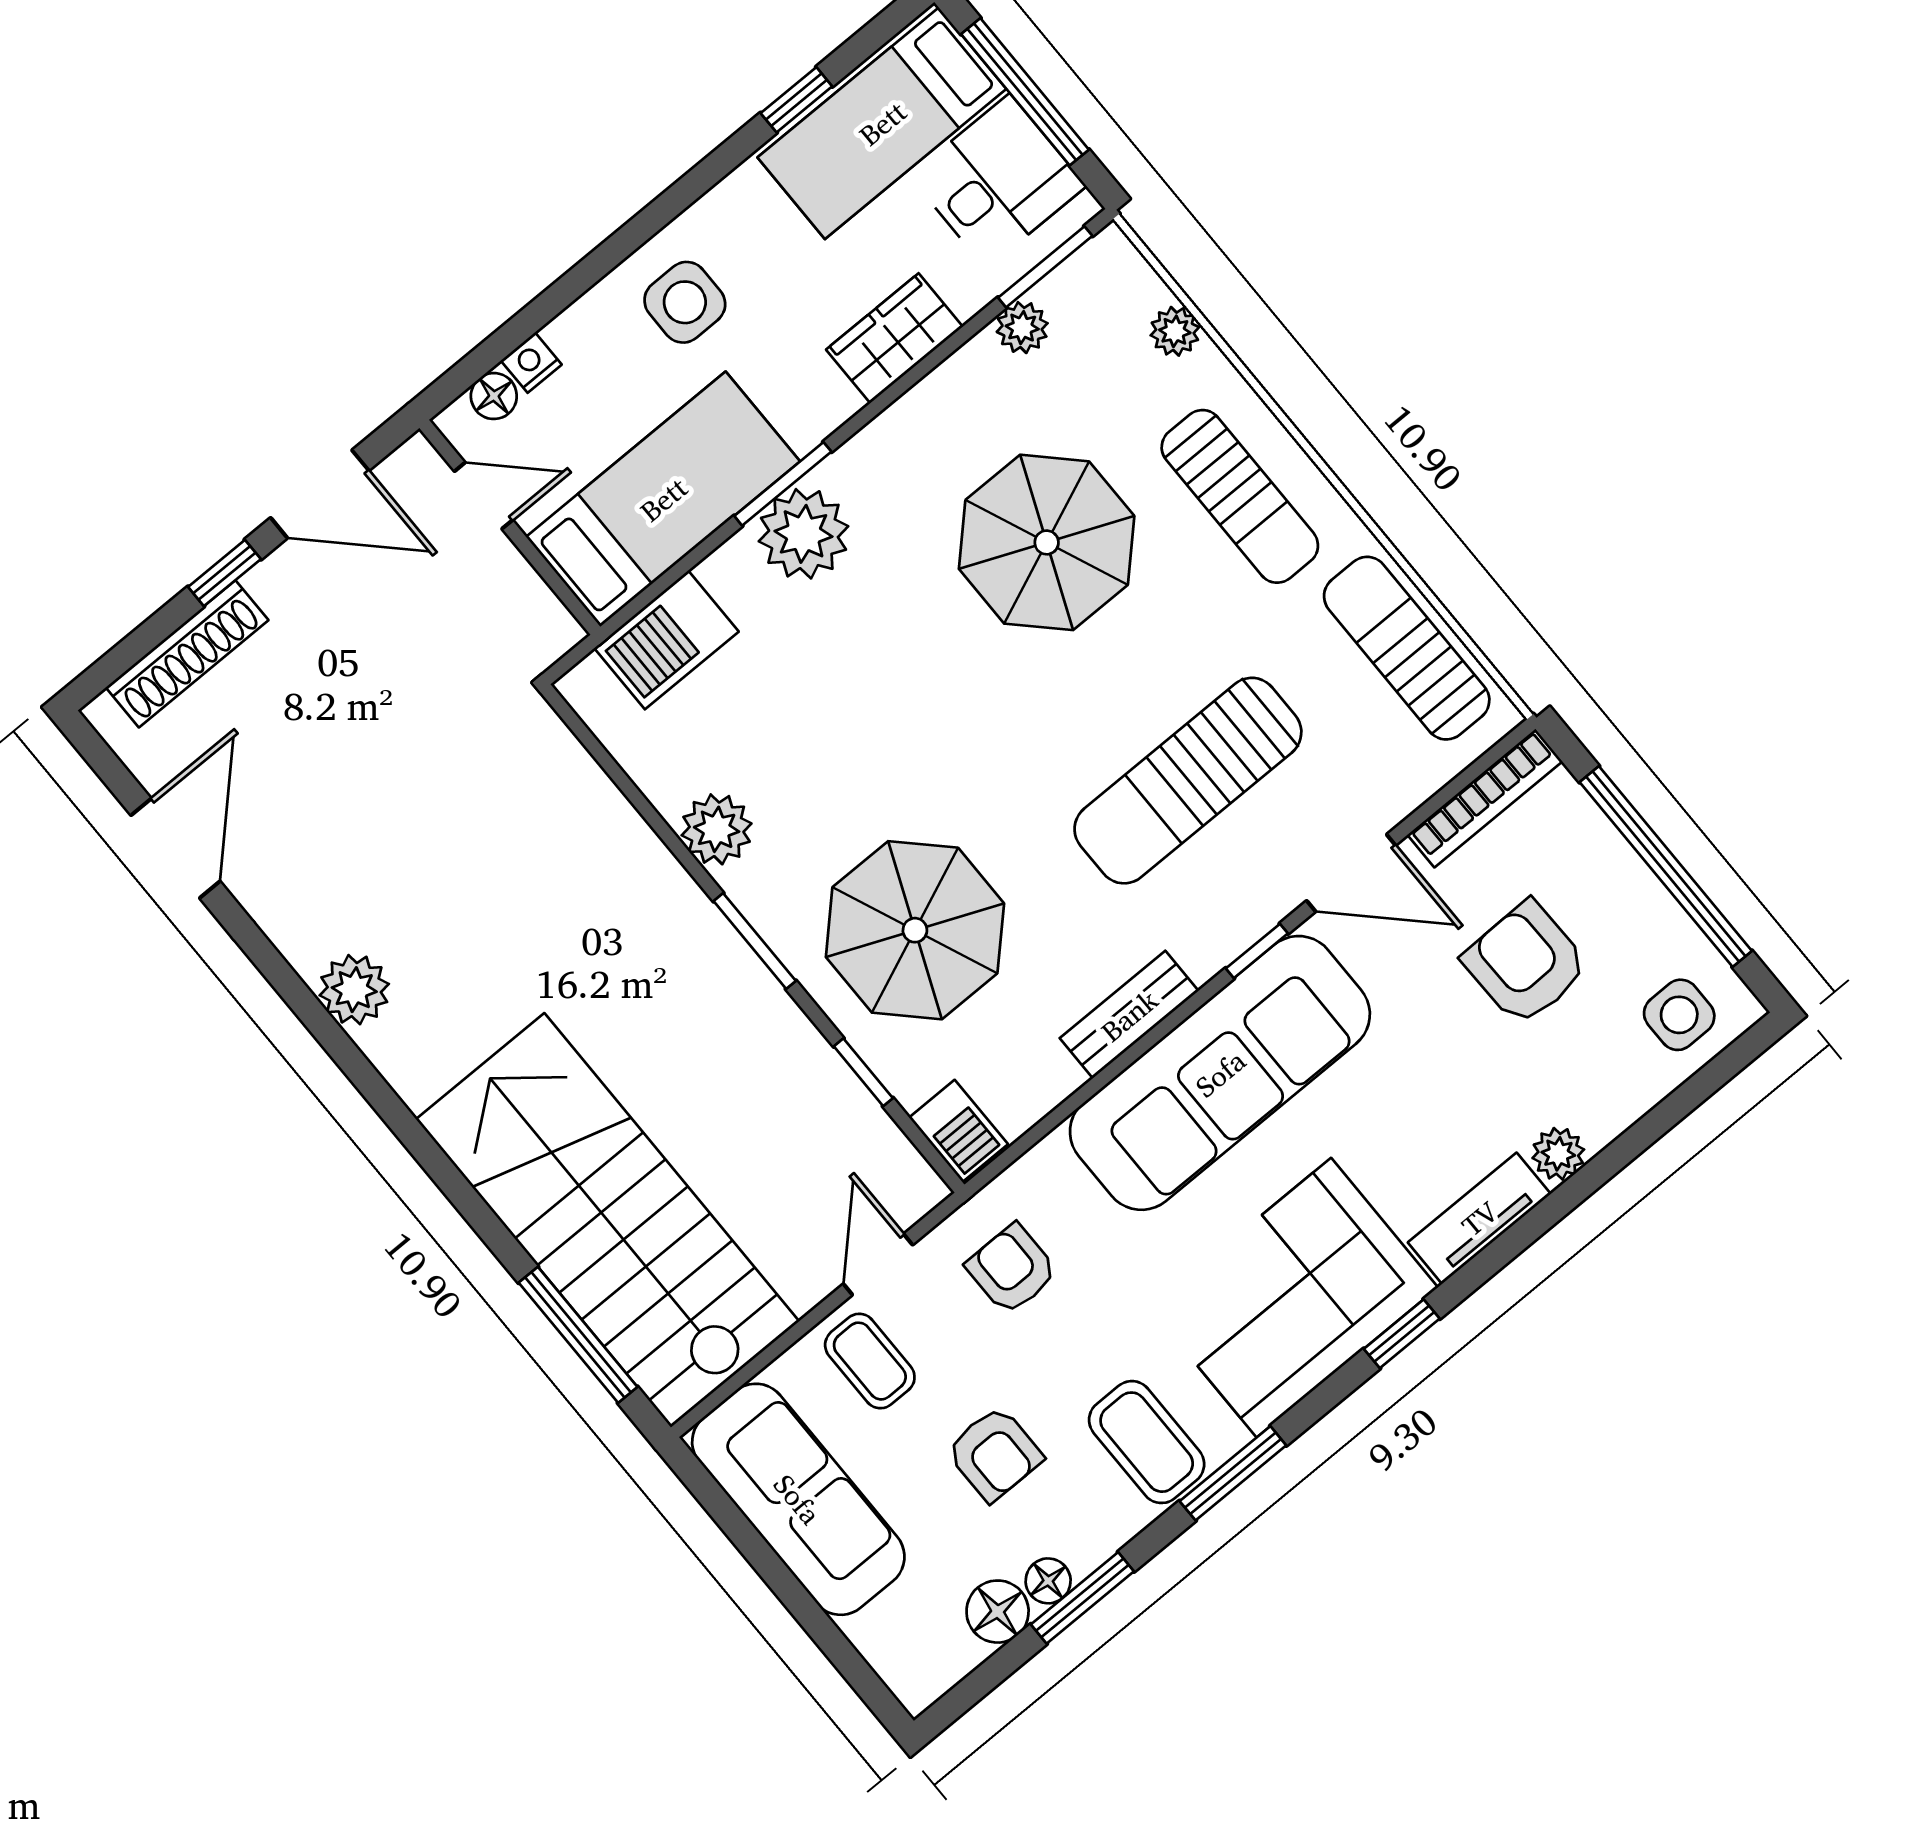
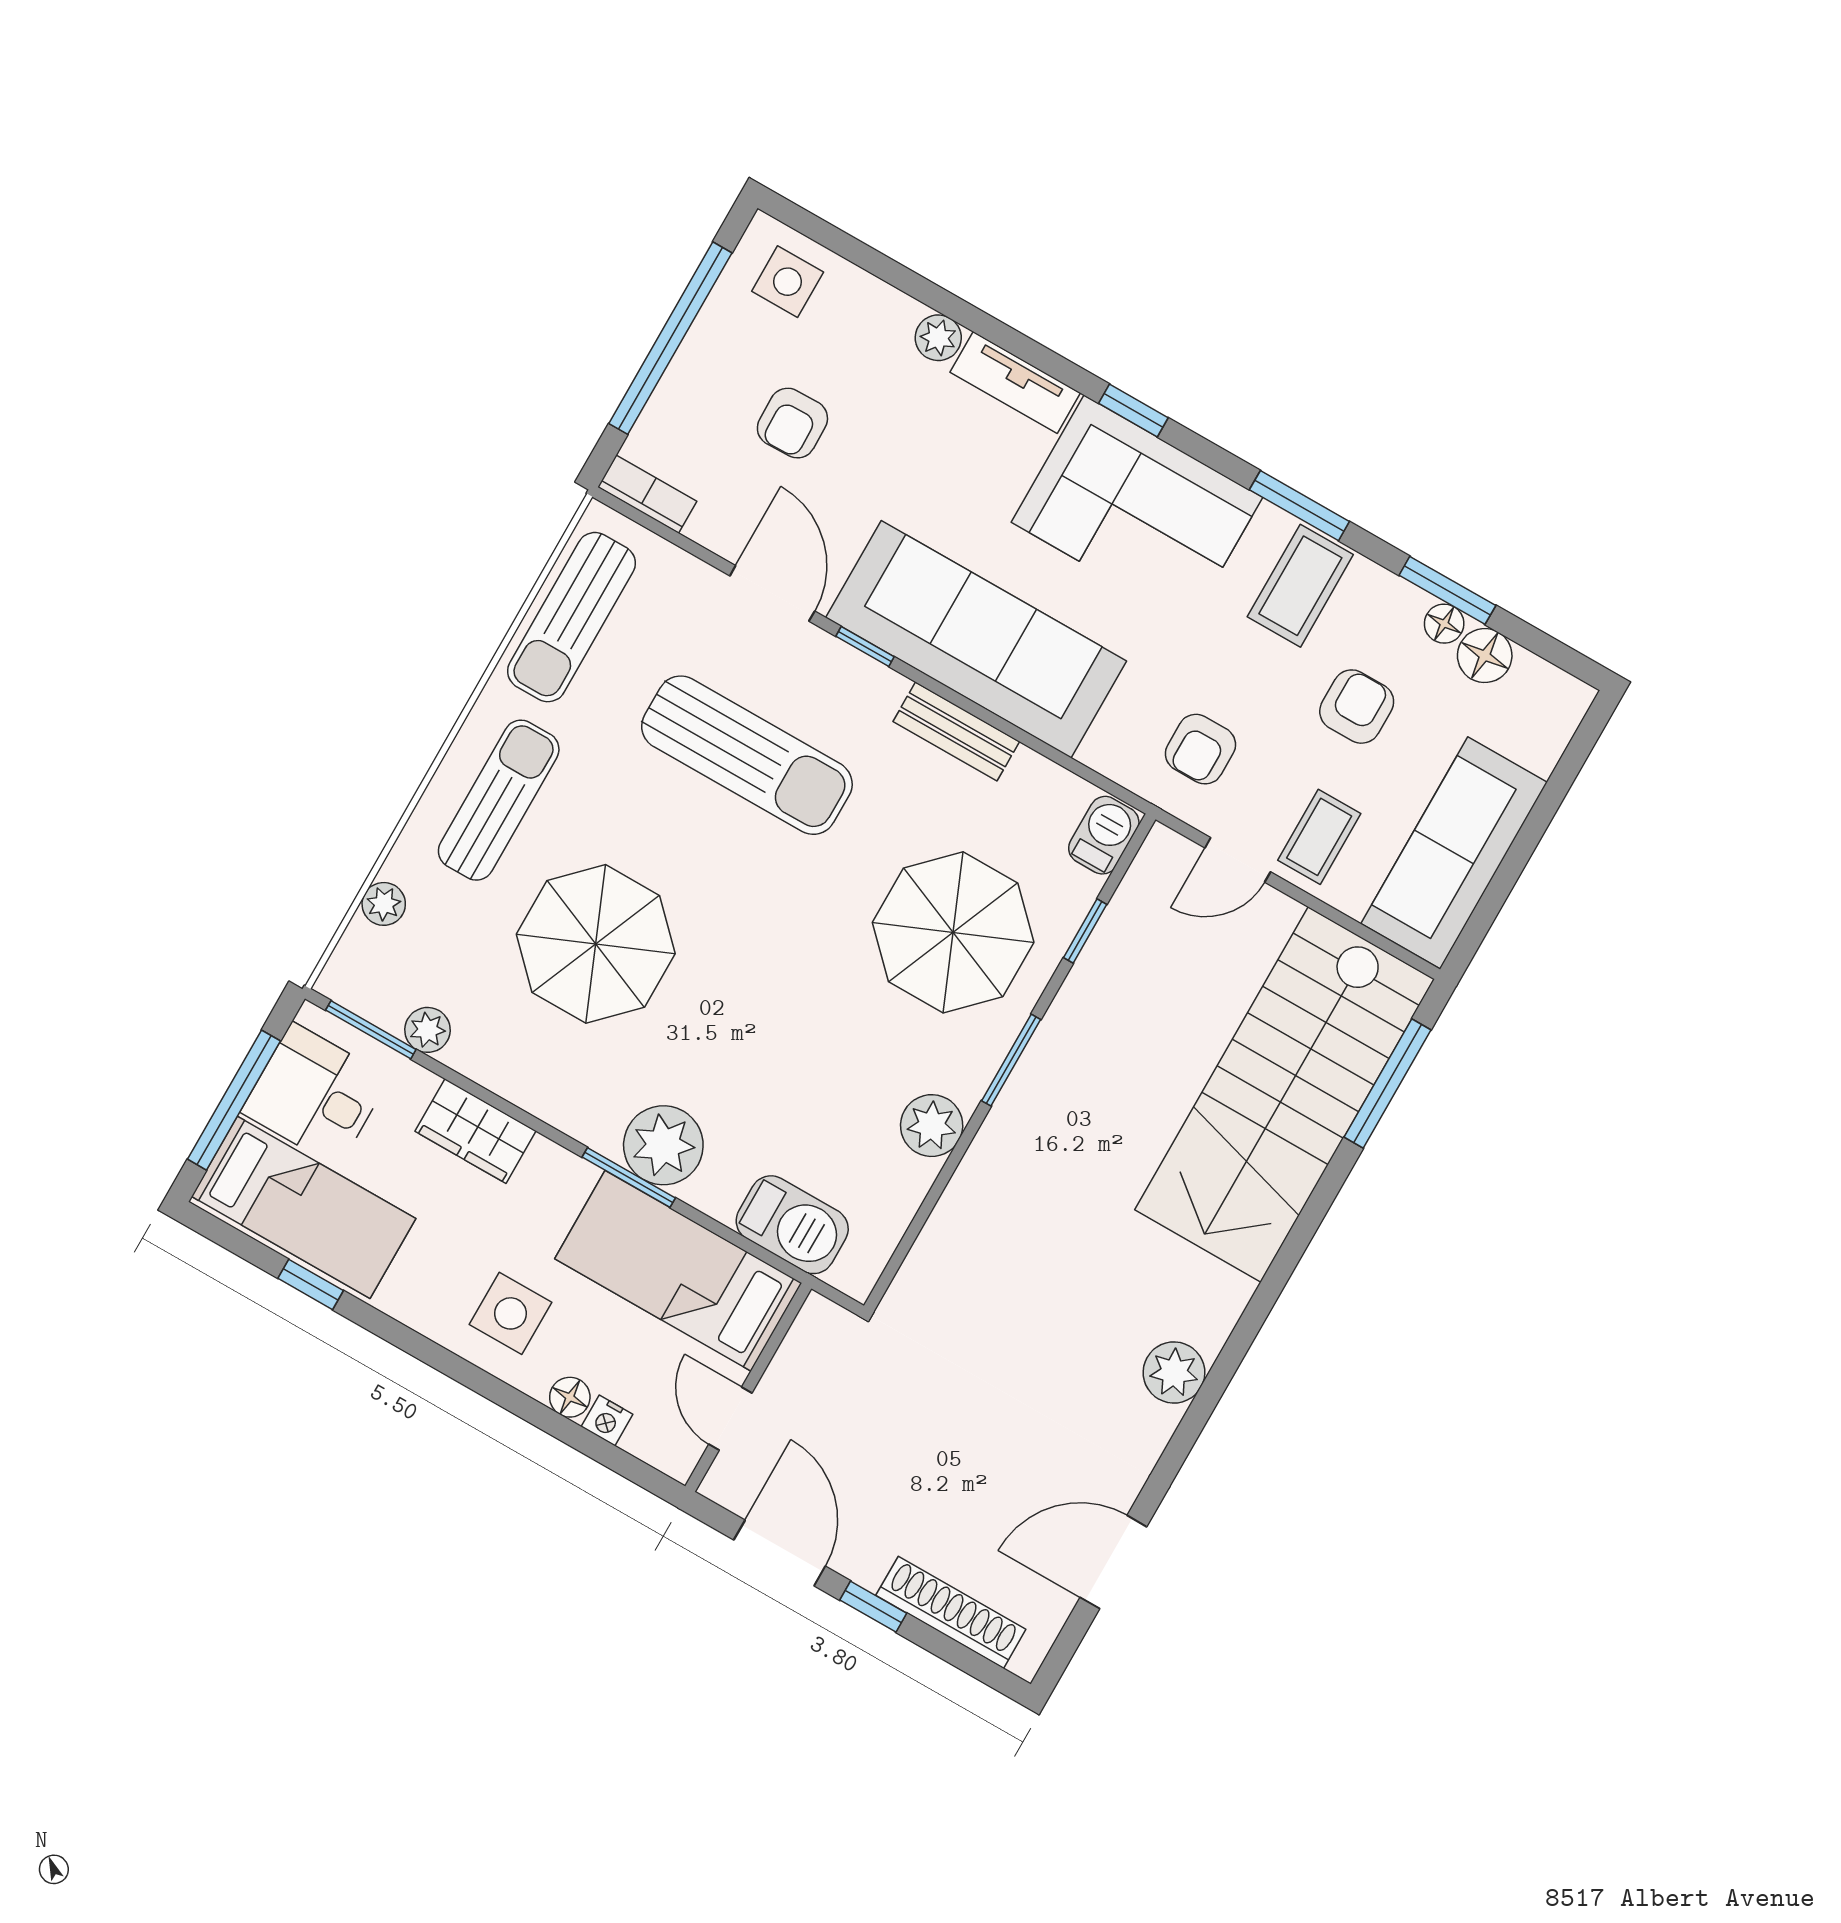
floor lamp: (494, 396) -> (570, 1397), moved
bookcase: (1485, 798) -> (647, 494), width x0.64
armchair: (1526, 963) -> (792, 423), width x0.72, depth x0.72

